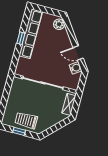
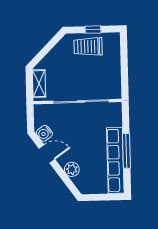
plant: (59, 24) -> (72, 169), moved
window: (21, 38) -> (126, 151), width x2.17
trolley: (26, 120) -> (88, 47), turned 180

